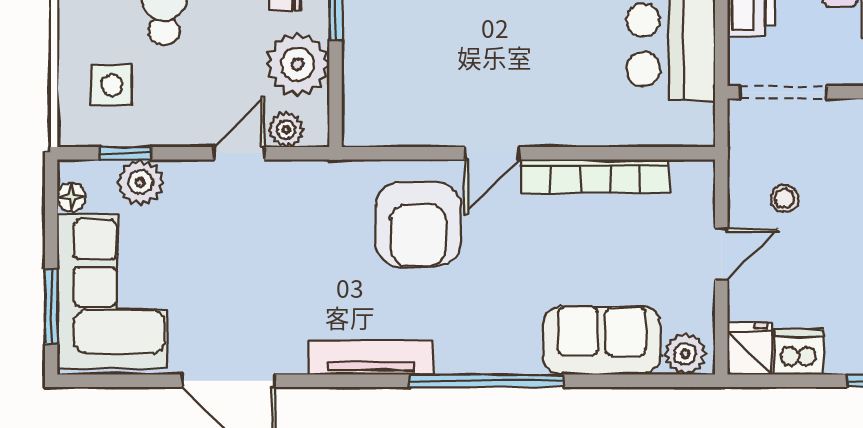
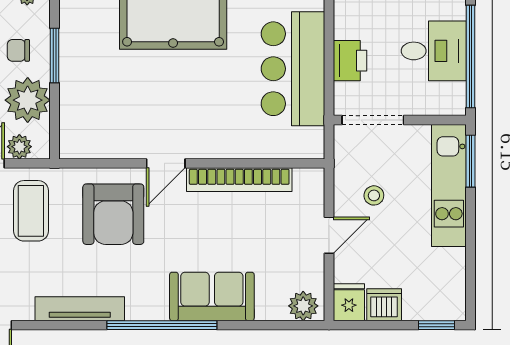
coffee table: (302, 220) -> (31, 211), added
sofa: (602, 340) -> (212, 296), moved

